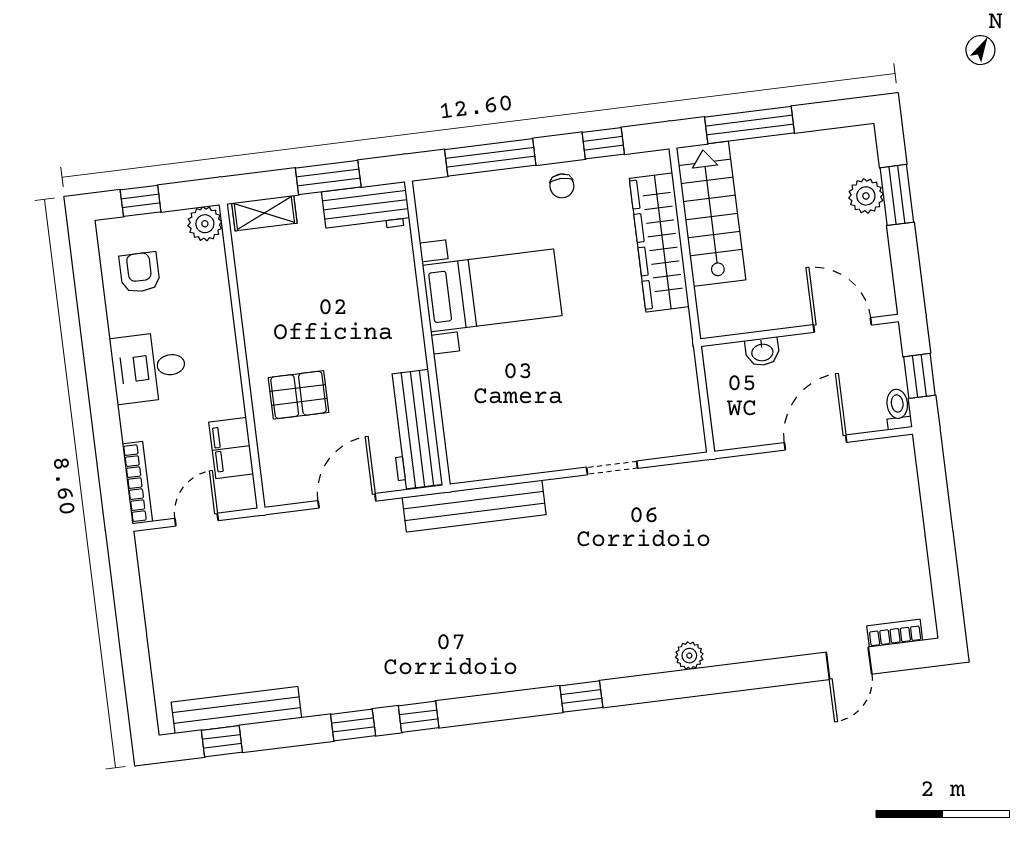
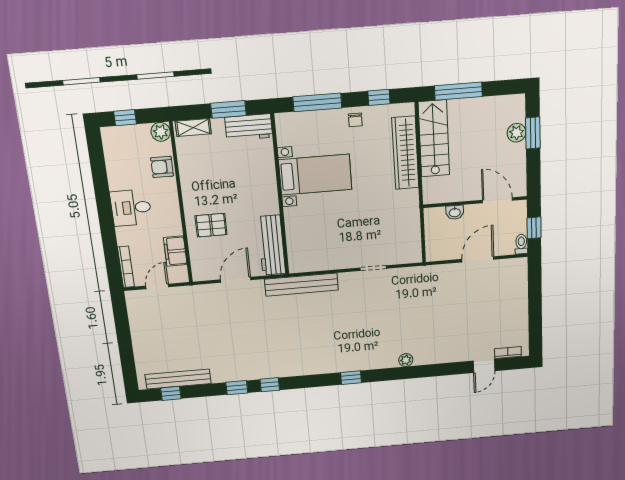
armchair: (140, 272) -> (162, 167), moved, turned -90

